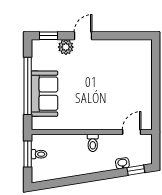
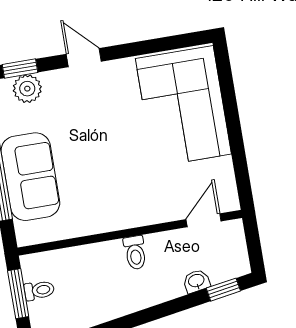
door: (83, 36) -> (84, 58), hinge flipped
plant: (66, 47) -> (27, 89), moved
corner sofa: (131, 70) -> (183, 106), added

